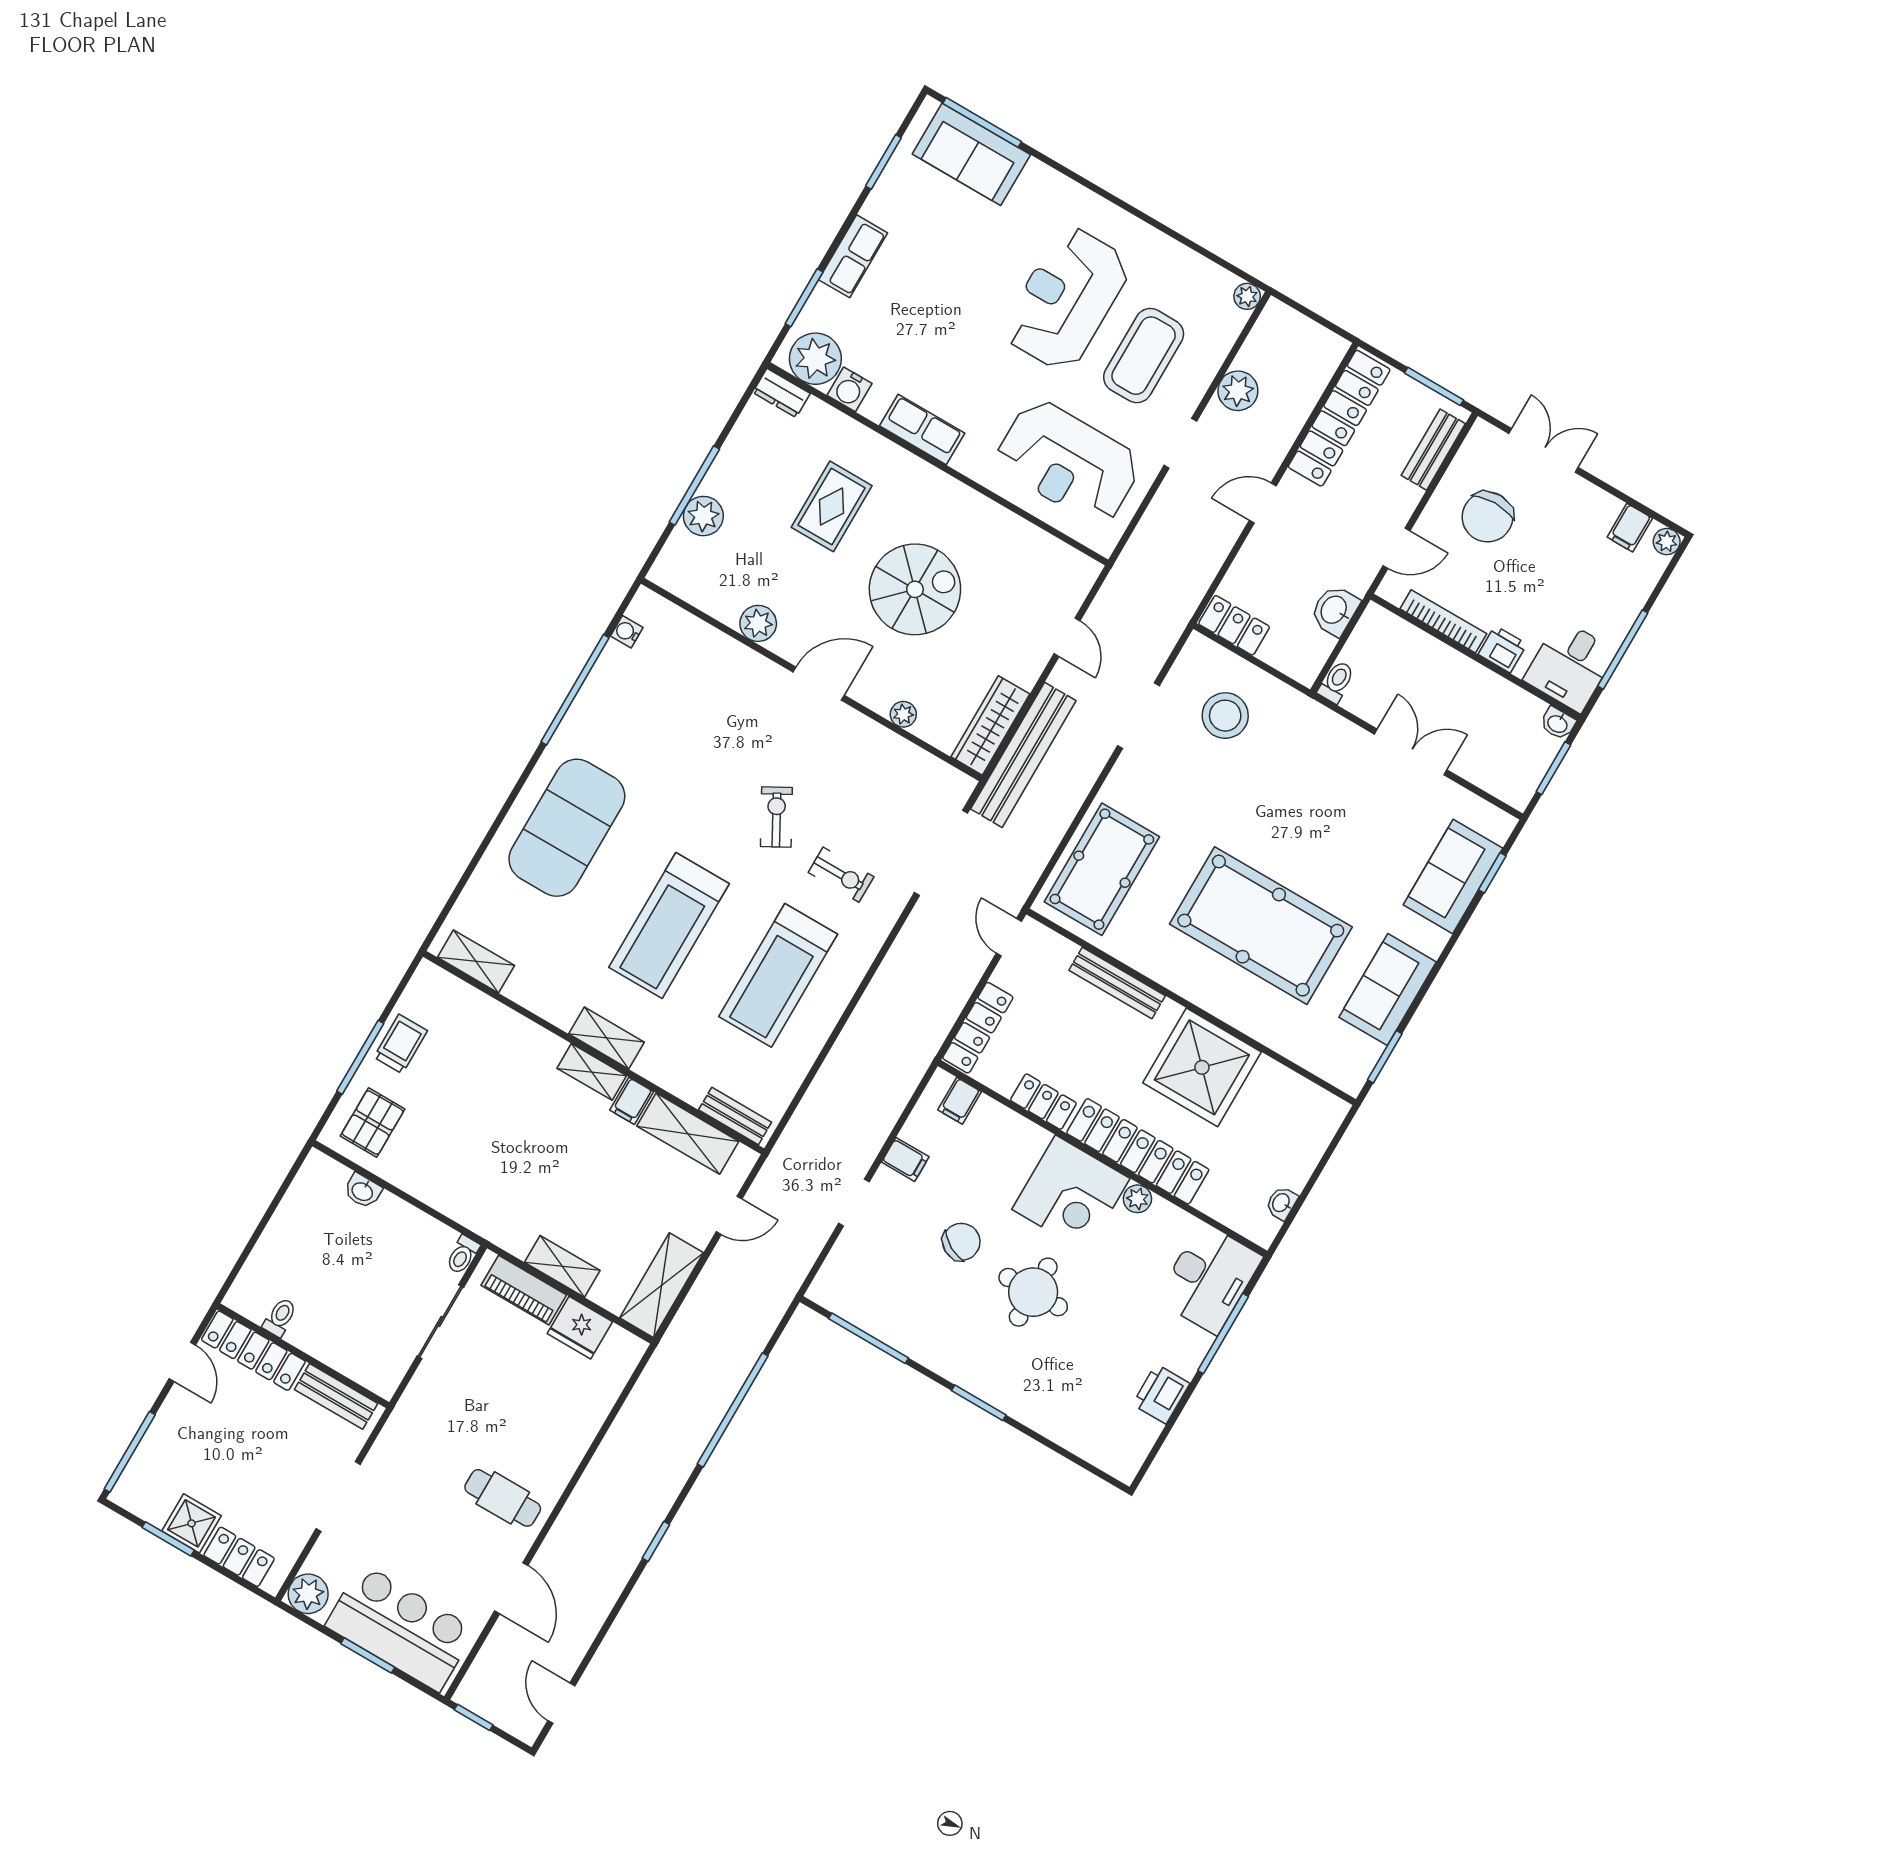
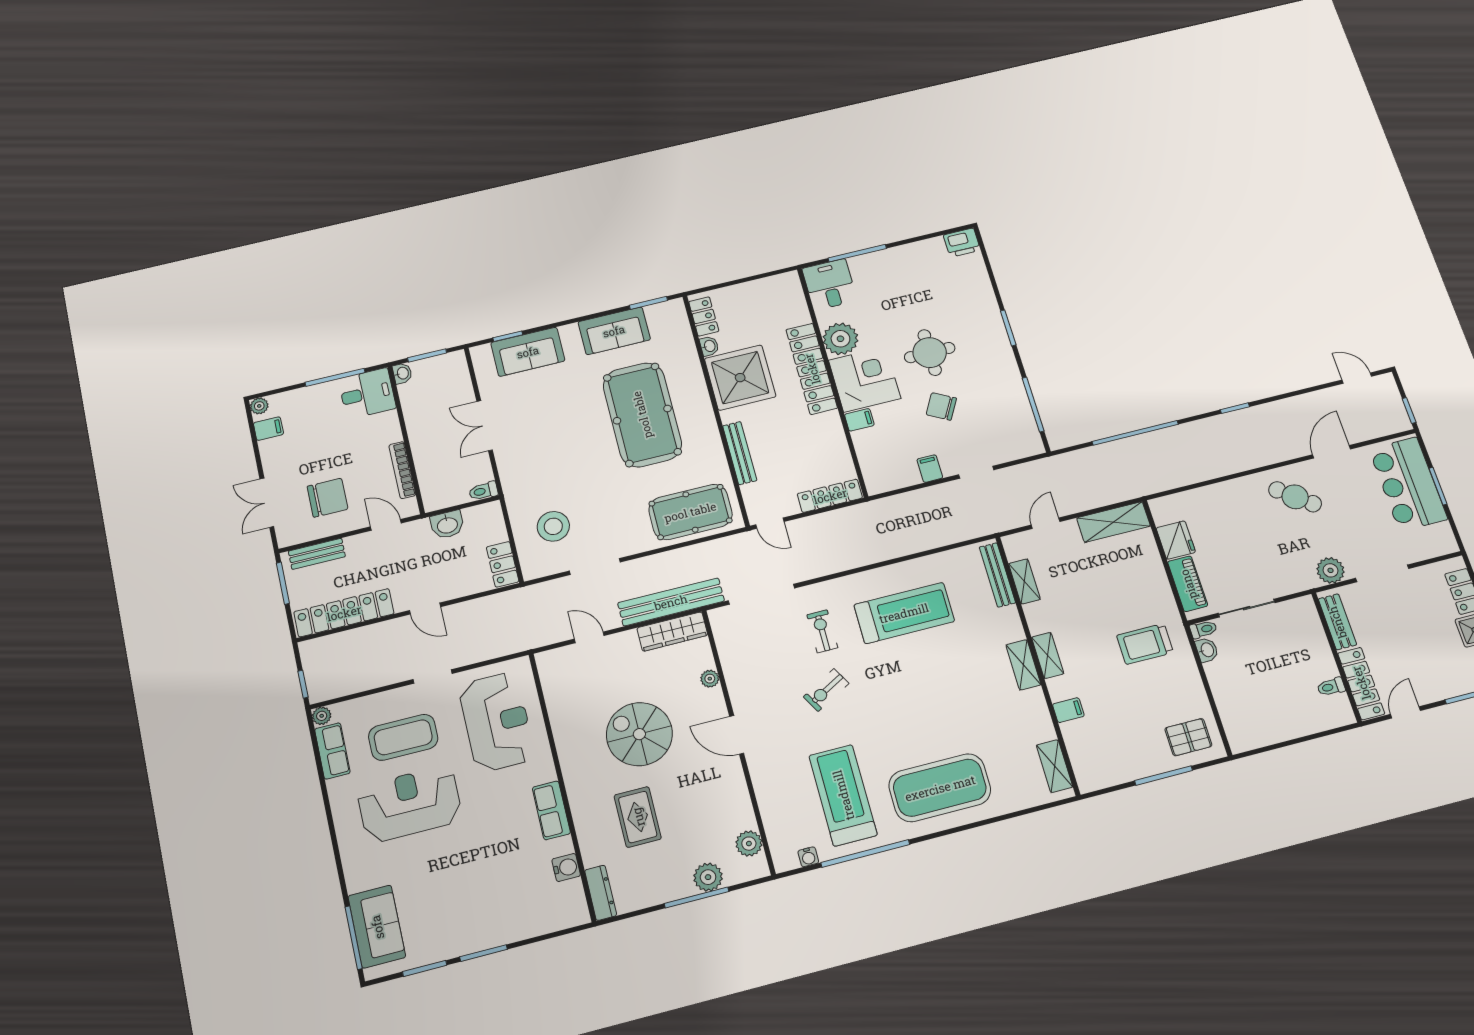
row of seats: (853, 256) -> (332, 751), moved, turned 90
window: (804, 298) -> (484, 953), moved
reception desk: (1067, 299) -> (410, 804), turned 180
window: (1300, 308) -> (303, 684), added
plant: (815, 359) -> (567, 901), removed
plant: (1238, 391) -> (377, 674), removed
dresser: (782, 393) -> (601, 893), width x1.44
rug: (832, 506) -> (638, 817), turned 90
plant: (758, 623) -> (749, 844), moved
door: (1067, 637) -> (589, 637), hinge flipped
printer: (1503, 649) -> (389, 431), removed
treadmill: (669, 925) -> (843, 795), moved, turned -90
door: (1009, 937) -> (770, 523), hinge flipped
trolley: (401, 1044) -> (1145, 644), moved, width x1.36, depth x1.39
filing cabinet: (632, 1101) -> (1068, 710), moved
filing cabinet: (960, 1101) -> (859, 420), moved
locker: (1043, 1102) -> (704, 316), moved, turned 180
bench: (735, 1116) -> (997, 575), width x1.36
shelving: (688, 1134) -> (1024, 581), width x0.67, depth x0.75
washbasin: (363, 1191) -> (1207, 650), moved
plant: (1137, 1199) -> (840, 339), width x1.88, depth x1.88
washbasin: (1282, 1203) -> (709, 346), moved, turned -90
door: (729, 1215) -> (1046, 523), hinge flipped
shelving: (562, 1266) -> (1156, 577), removed
desk: (1209, 1278) -> (830, 285), width x0.73
printer: (1161, 1394) -> (962, 243), moved
cafe table: (503, 1498) -> (1295, 497), turned -52
plant: (308, 1594) -> (1331, 570), moved
door: (561, 1703) -> (1357, 378), swing flipped

